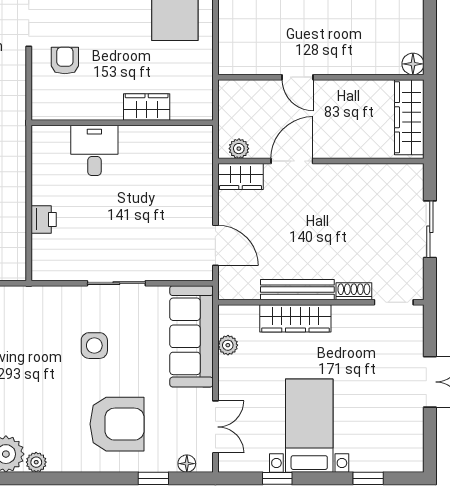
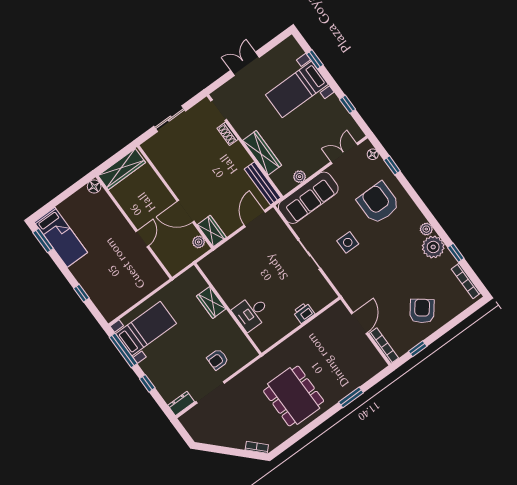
bench: (297, 290) -> (262, 183), moved
bed with nightstands: (309, 426) -> (297, 89), moved

